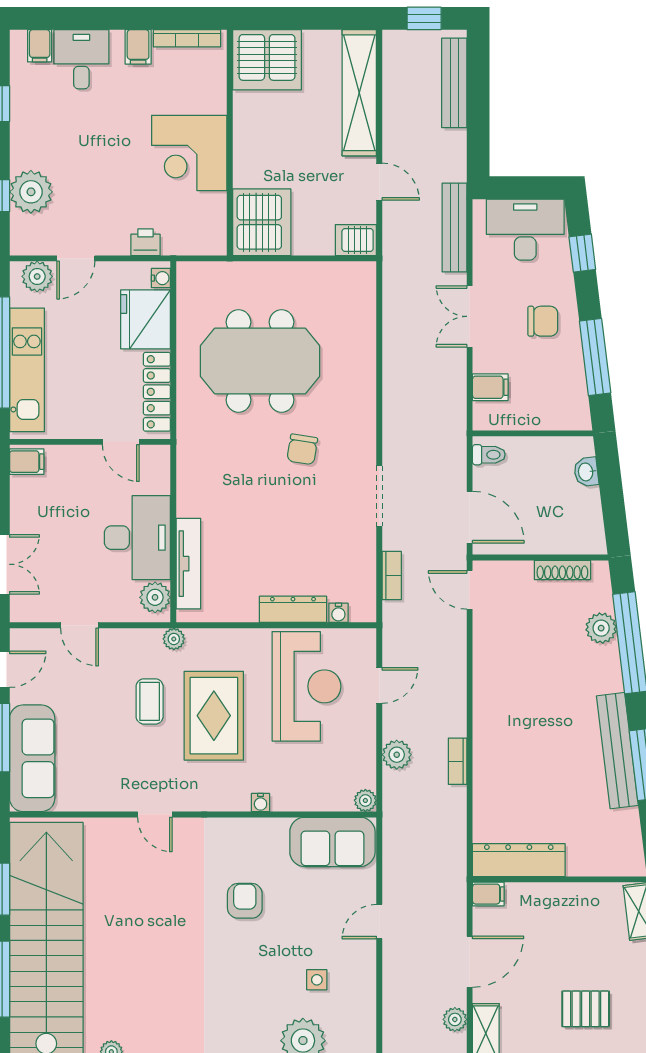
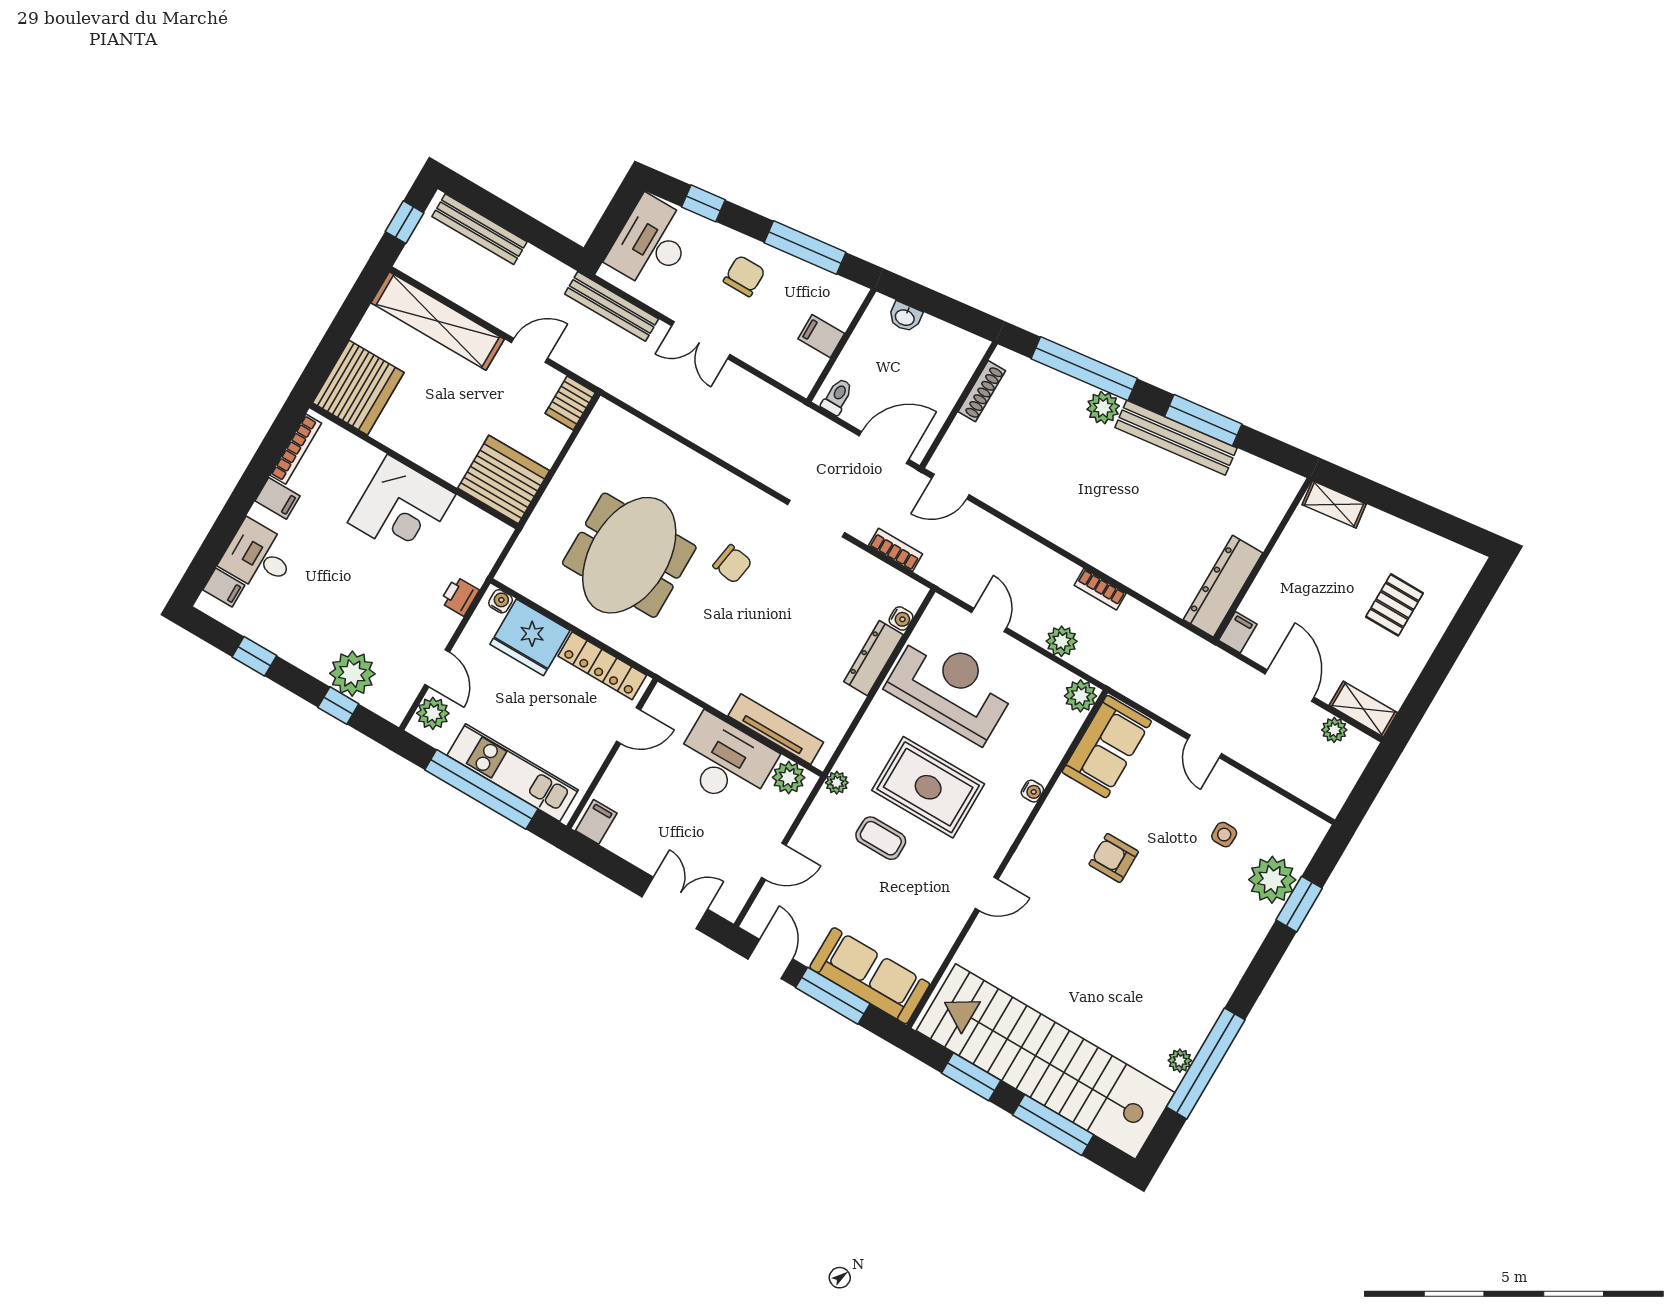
filing cabinet: (490, 387) -> (821, 336), moved, turned -90
plant: (601, 628) -> (1103, 408), moved
plant: (365, 800) -> (1081, 696), width x1.38, depth x1.38

